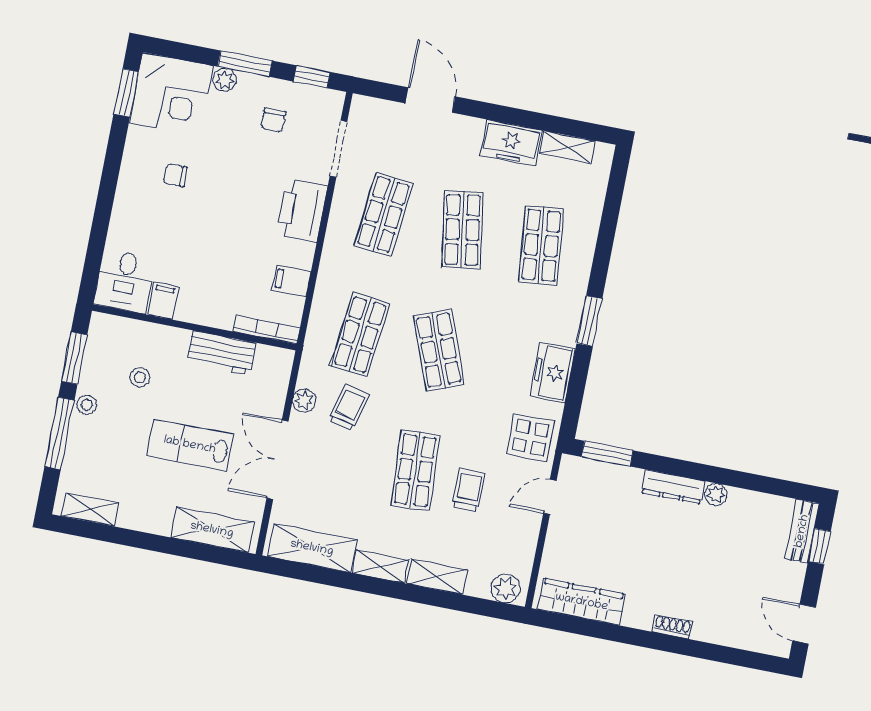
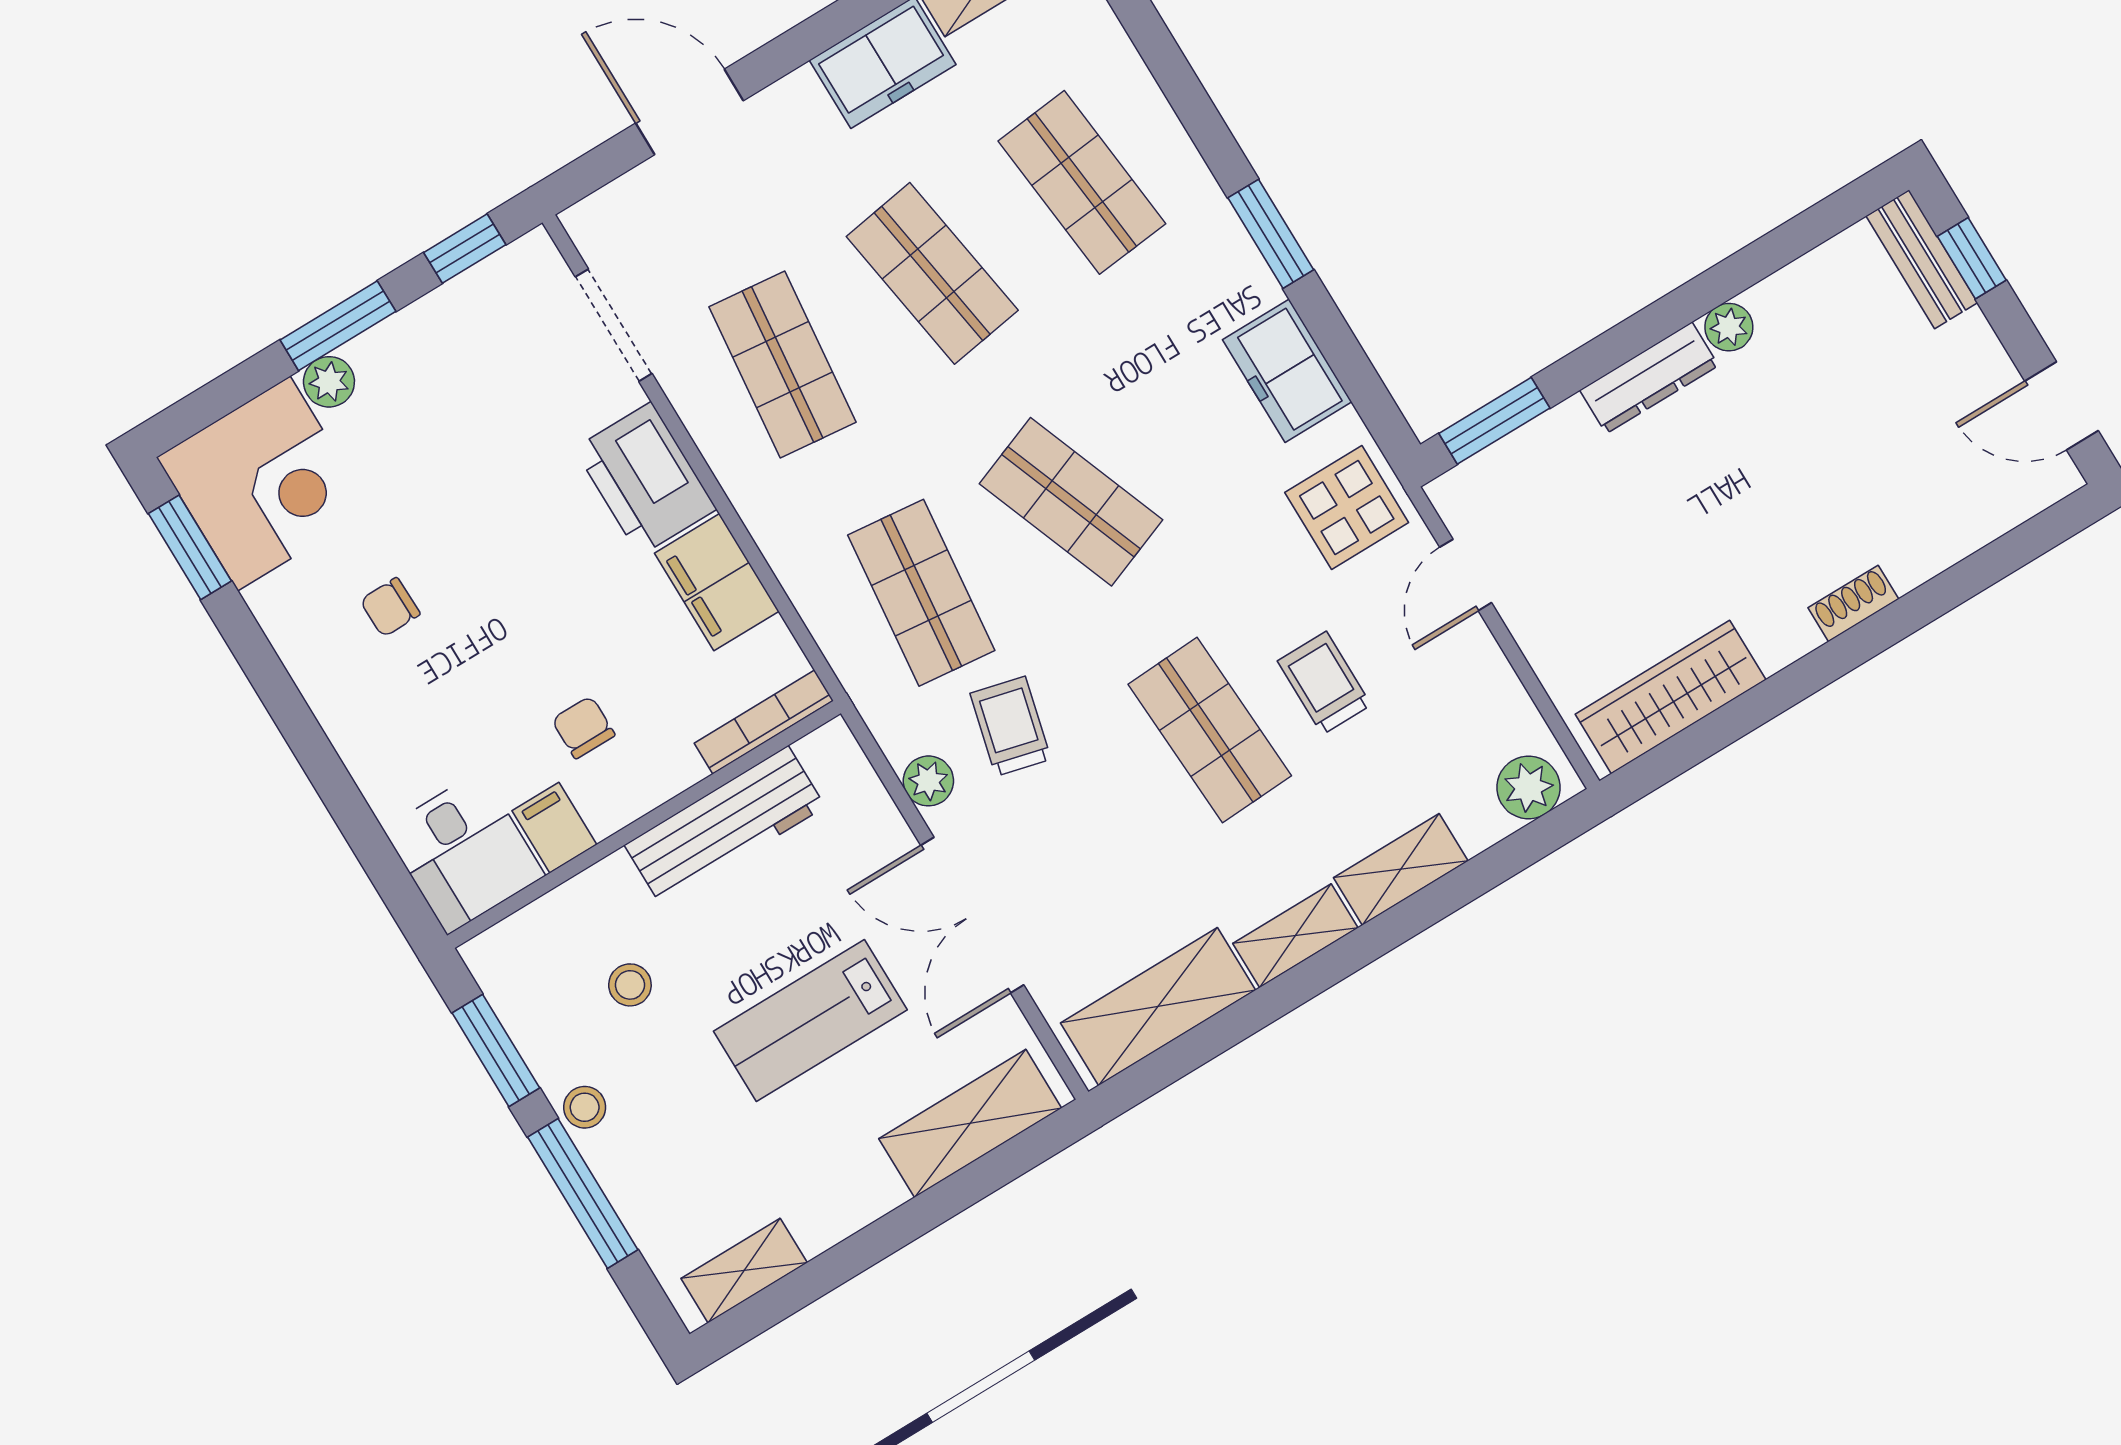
chair: (273, 120) -> (583, 727), moved, turned 180
filing cabinet: (291, 281) -> (717, 582), width x2.00
workbench: (221, 353) -> (725, 826), width x1.38

